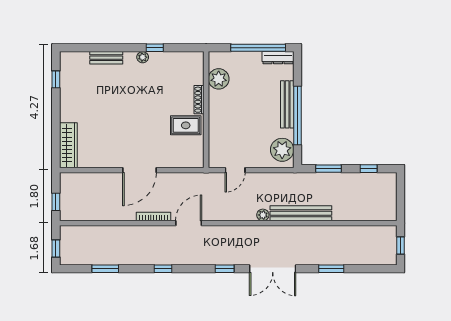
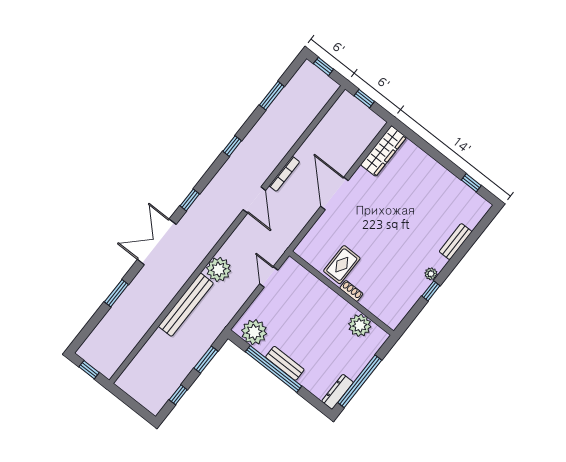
shoe rack: (199, 100) -> (351, 291), width x0.70
bench: (287, 104) -> (285, 363), width x0.73
wardrobe: (68, 145) -> (383, 151), moved, turned -90
plant: (263, 215) -> (219, 269), width x1.88, depth x1.88

